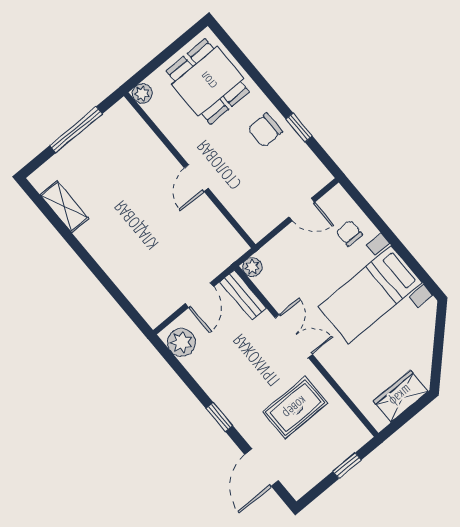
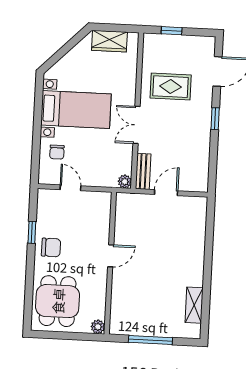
plant: (181, 342) -> (199, 176), removed

